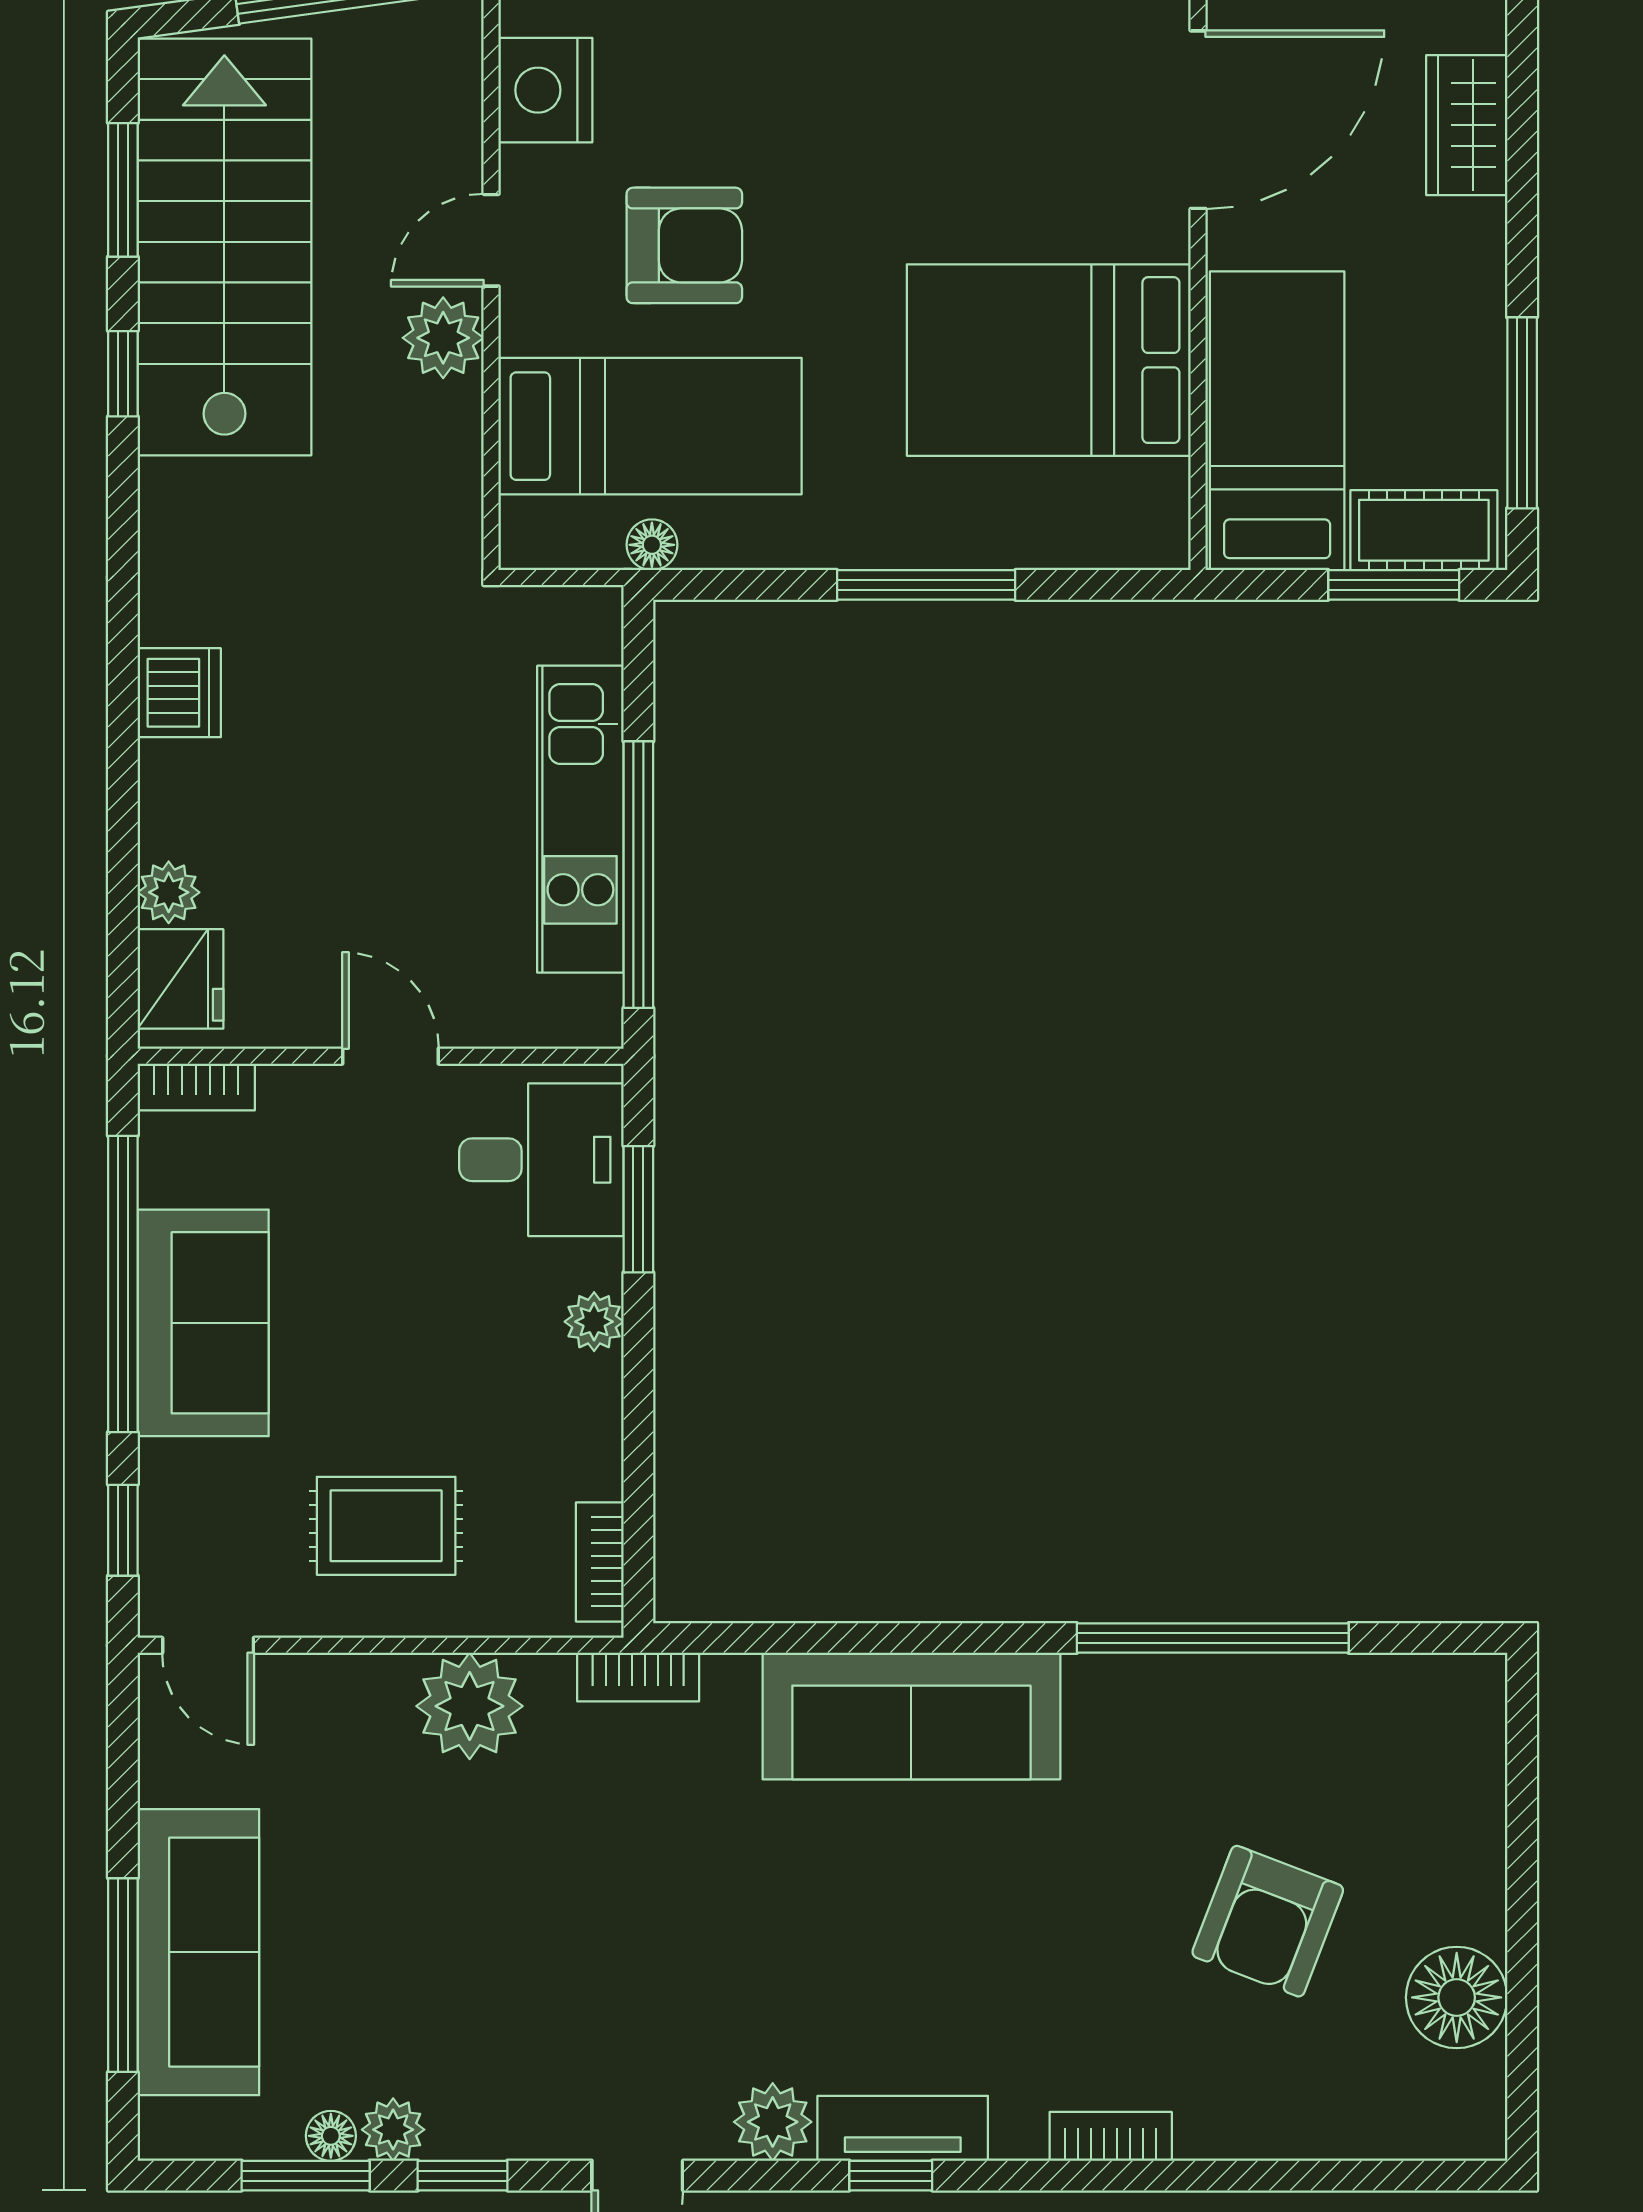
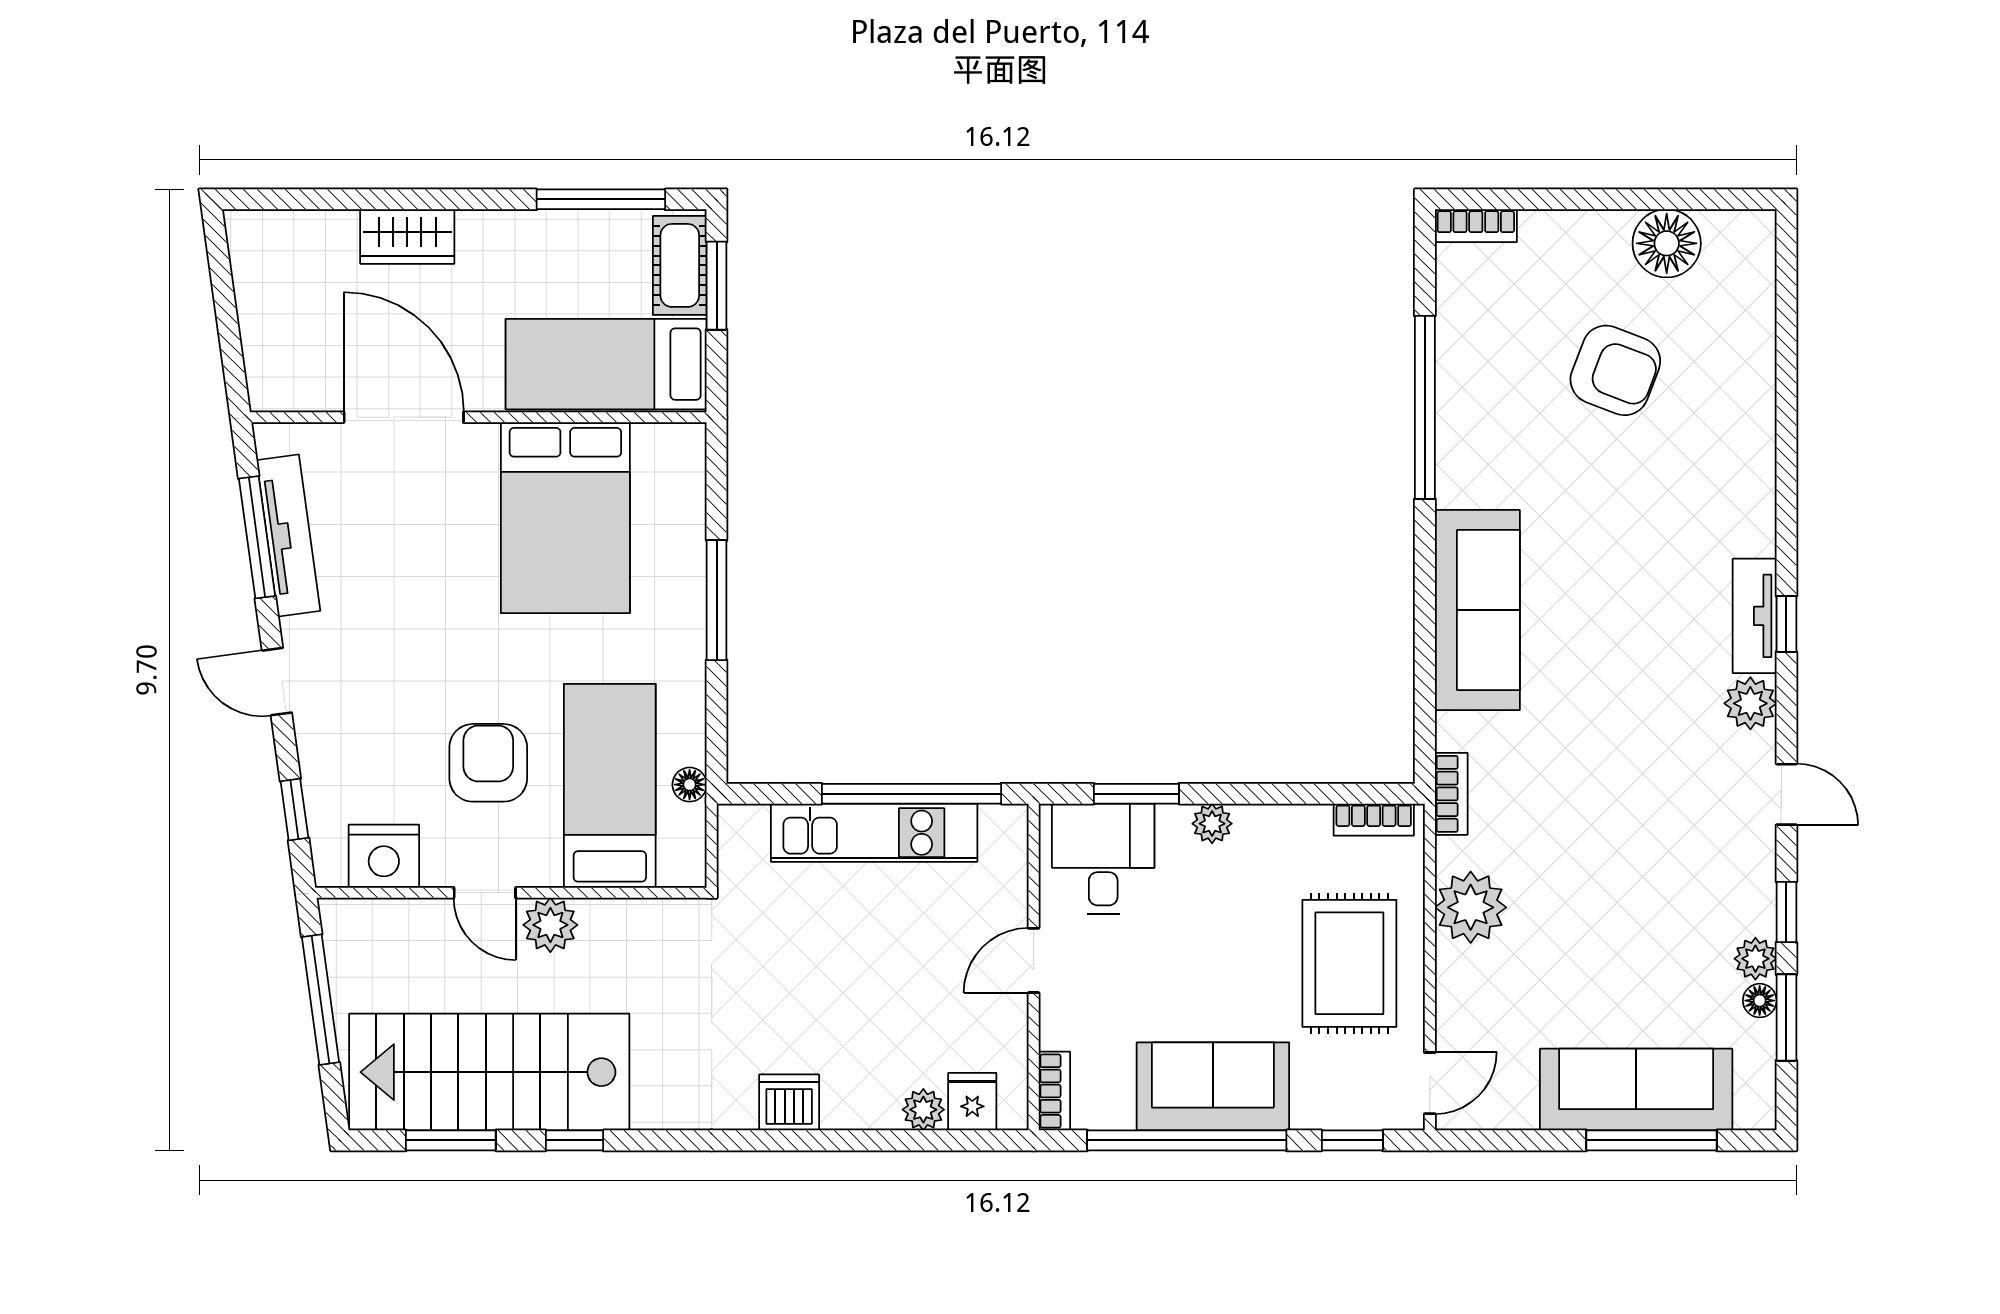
fridge: (180, 979) -> (972, 1102), width x0.72
rug: (386, 1526) -> (1349, 963), width x1.36, depth x1.43
bookcase: (1111, 2136) -> (1476, 226), moved, turned -90

